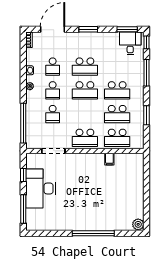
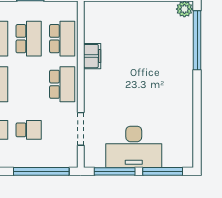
filing cabinet: (109, 159) -> (92, 56), width x2.00
window: (23, 175) -> (115, 171), width x2.17
window: (93, 233) -> (197, 40), moved

